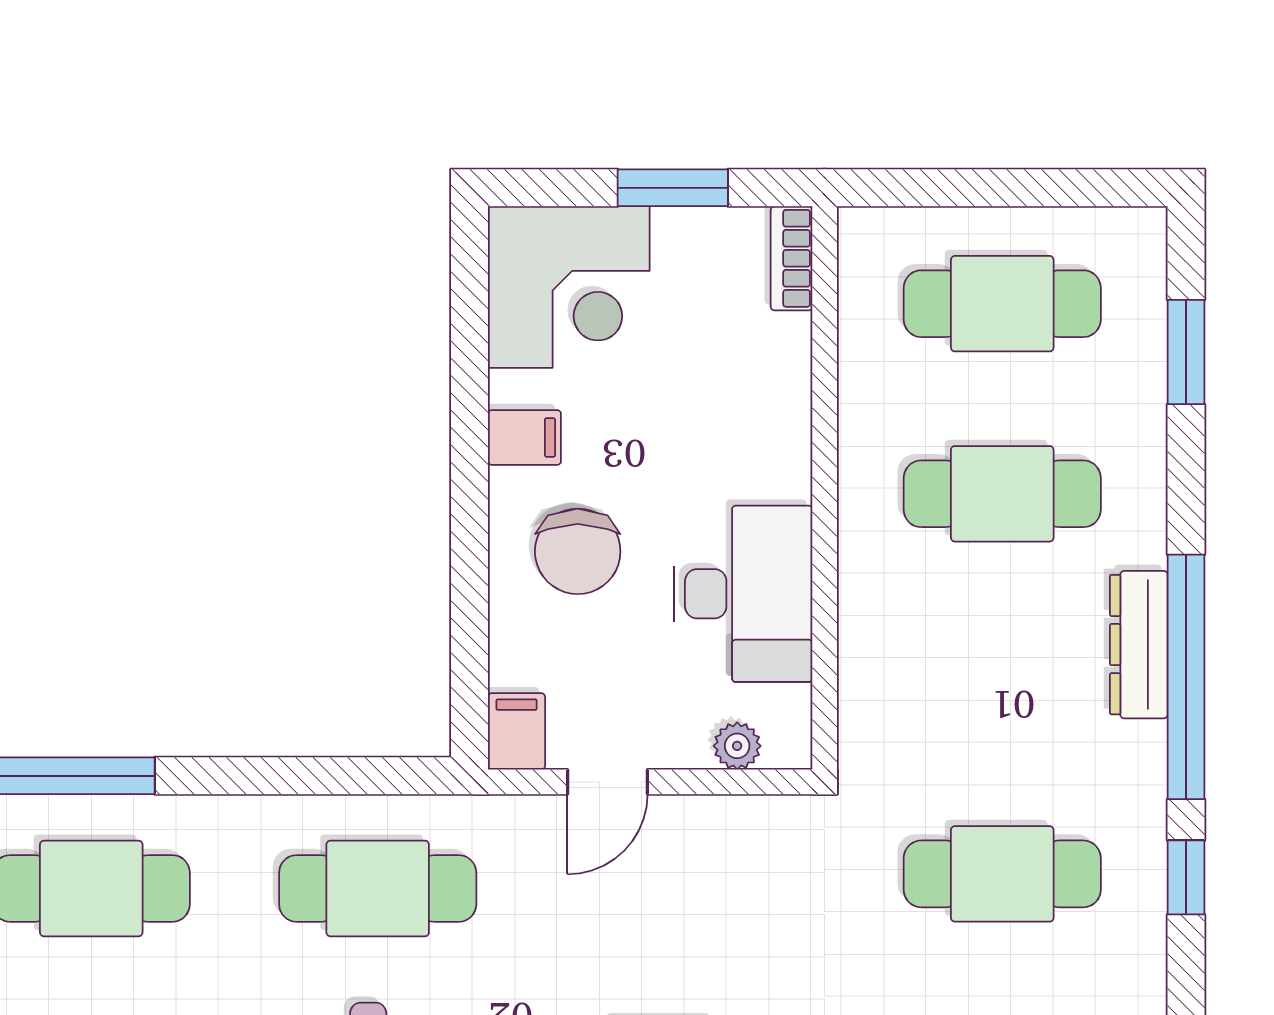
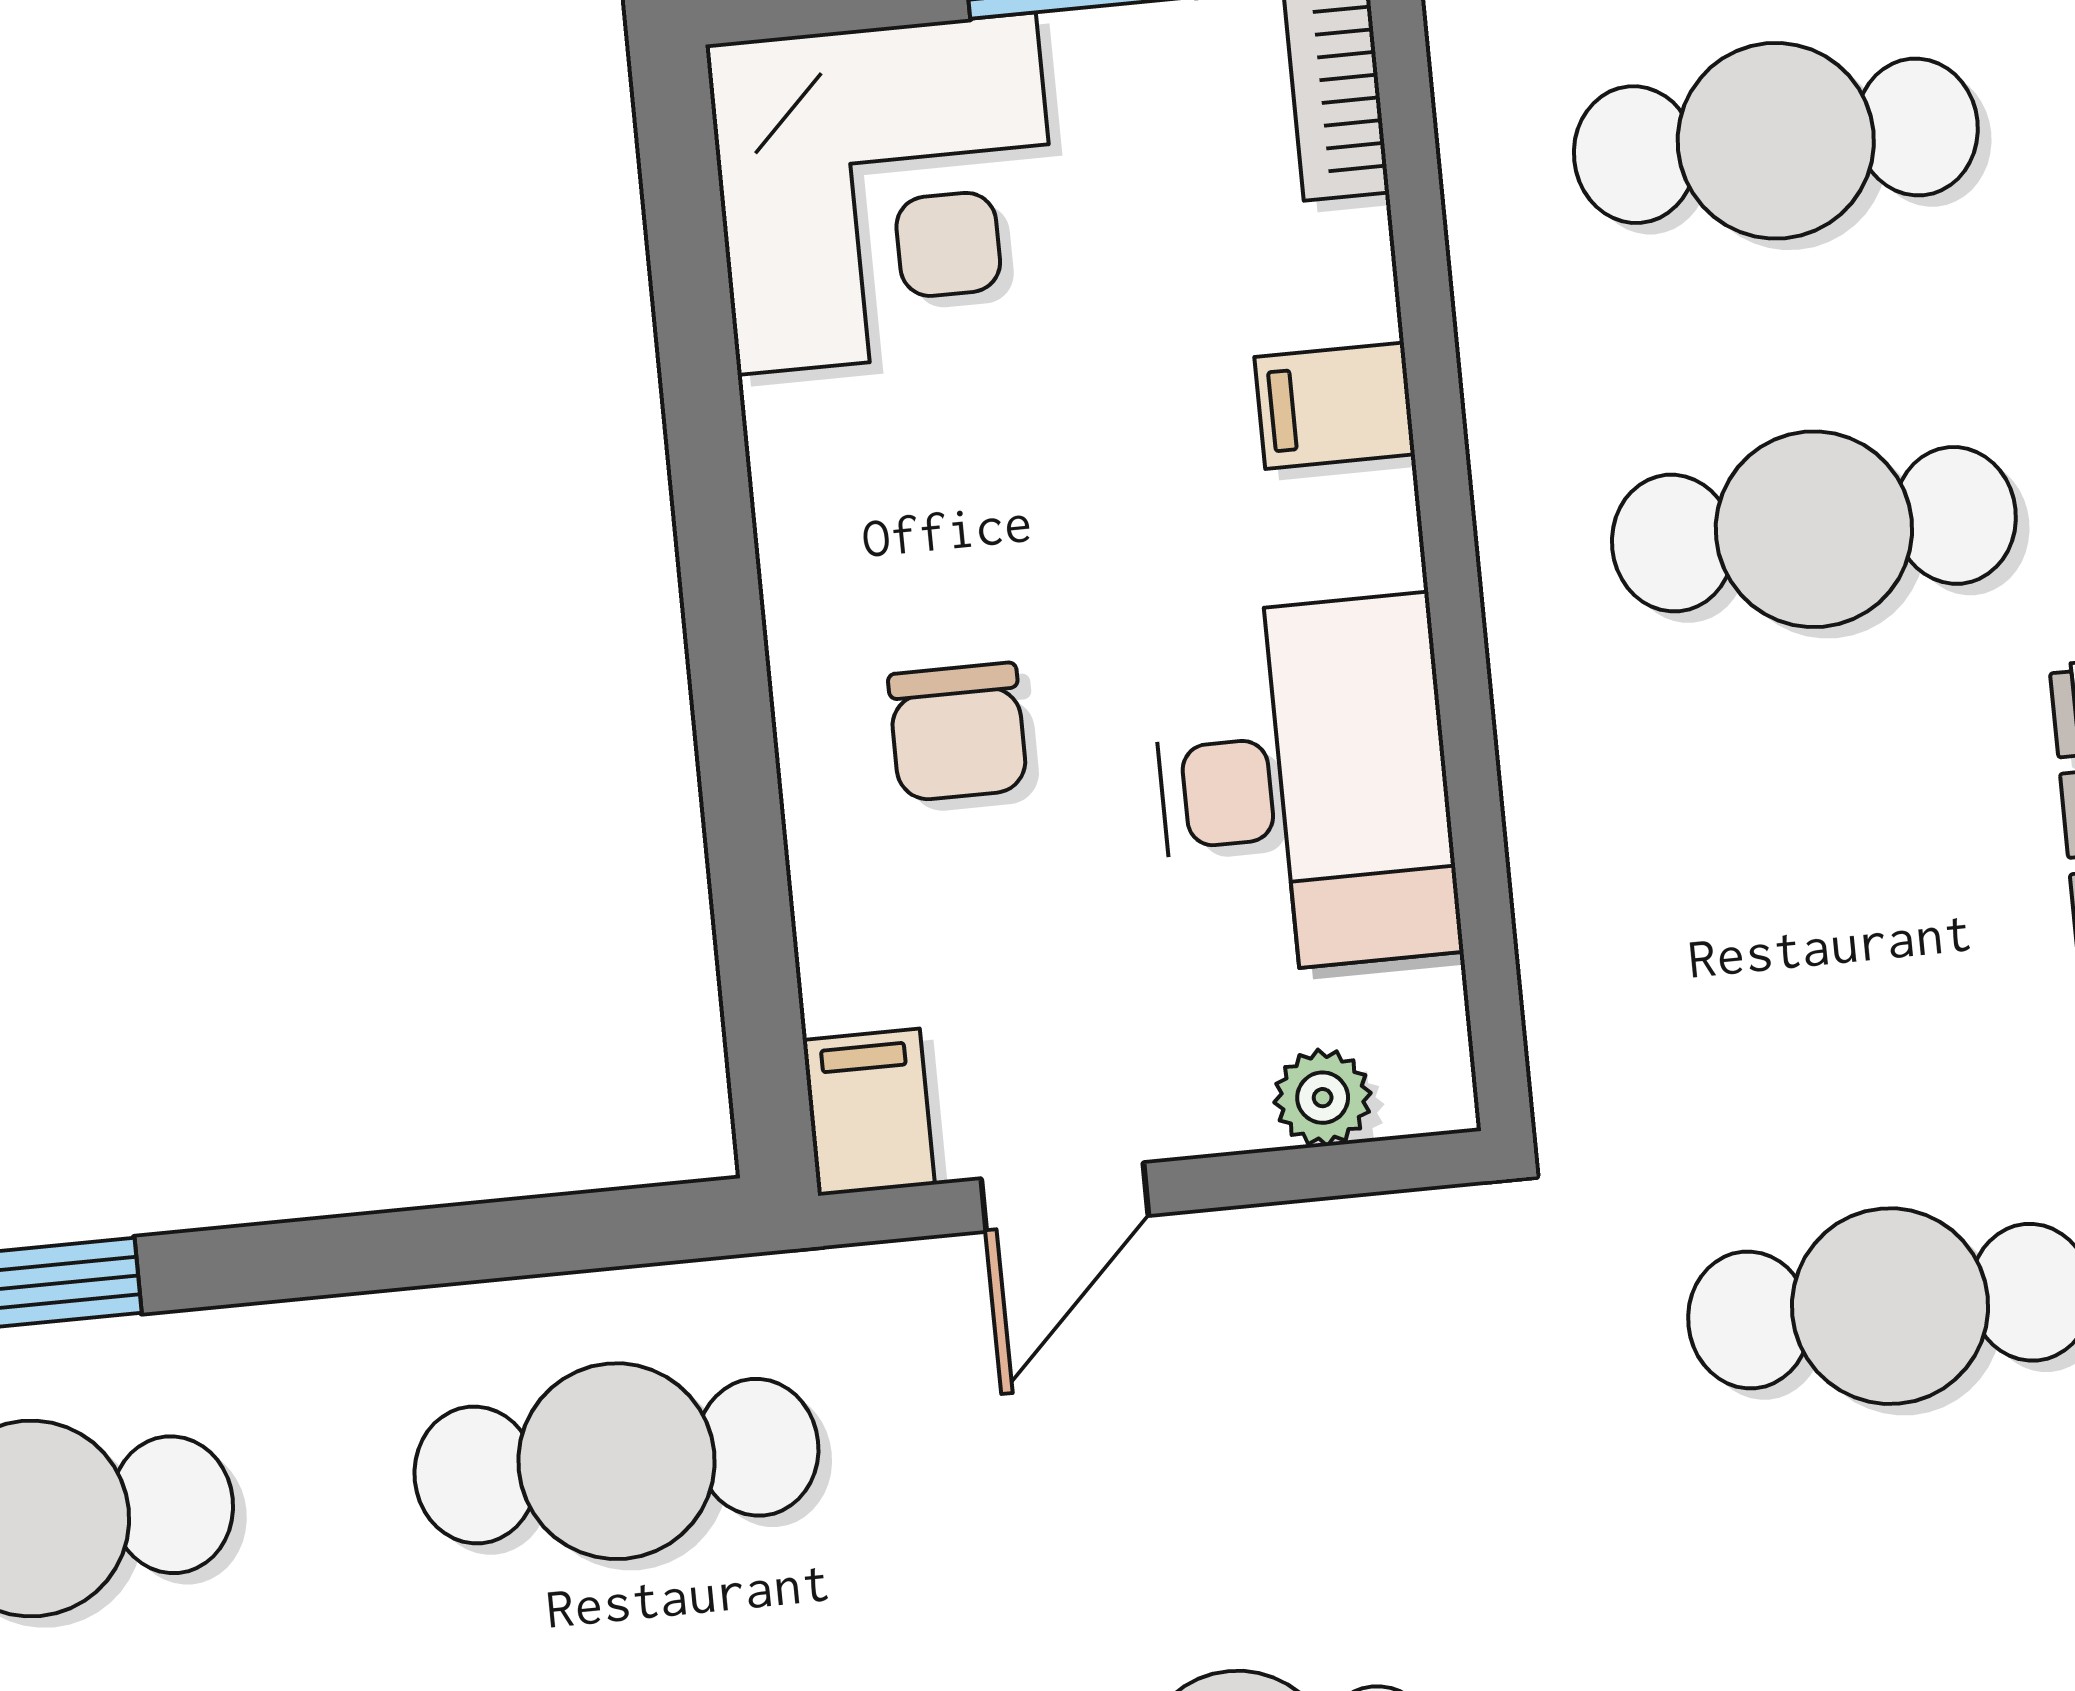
filing cabinet: (524, 437) -> (1335, 406), moved, turned 180
chair: (578, 551) -> (958, 732), width x0.73, depth x0.73

